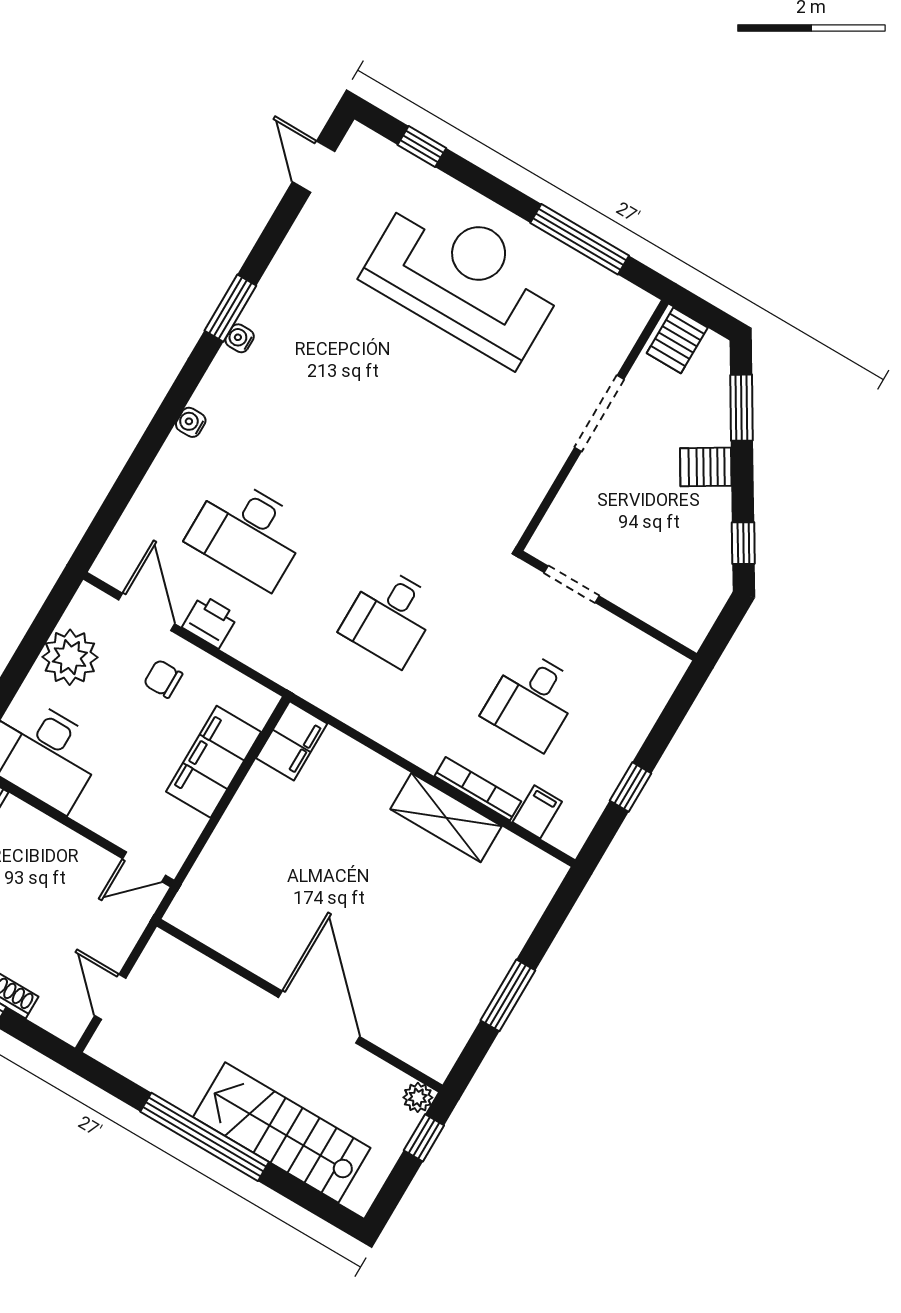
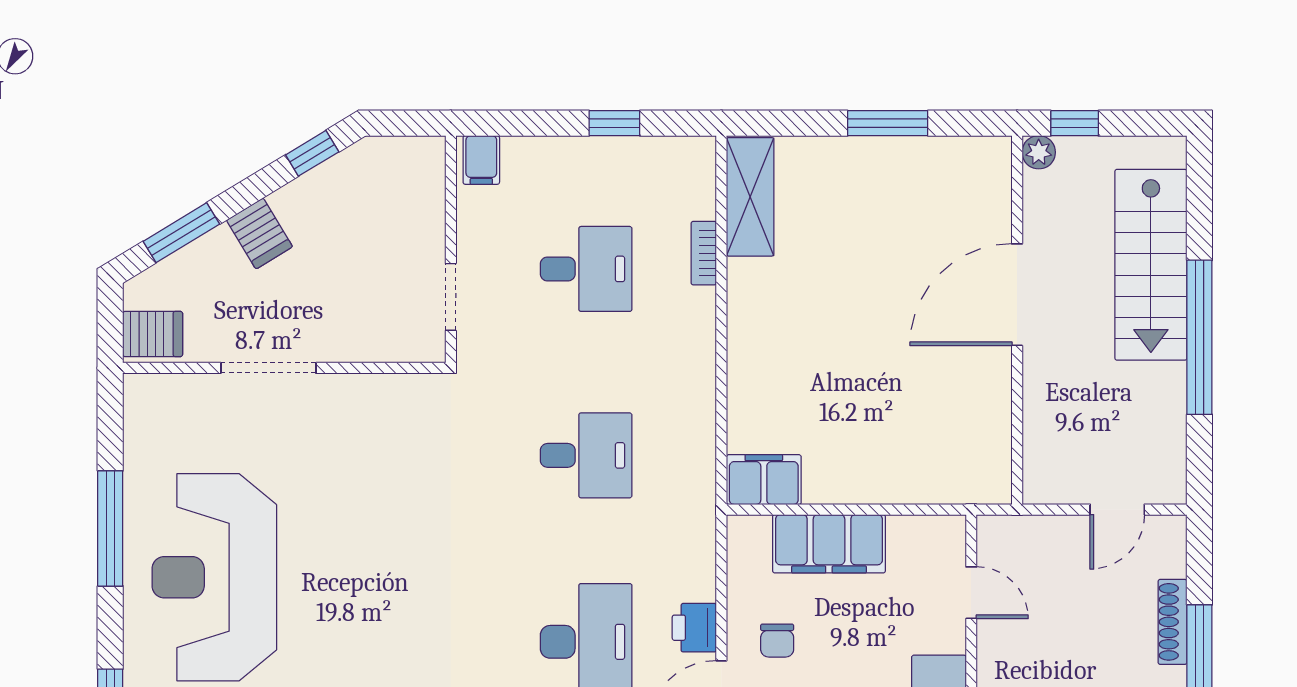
window: (580, 239) -> (110, 528), moved
bookcase: (478, 789) -> (704, 253), width x0.64
filing cabinet: (537, 812) -> (481, 160), moved, turned -90
shelving: (446, 818) -> (750, 197), moved
door: (144, 867) -> (971, 593), moved

